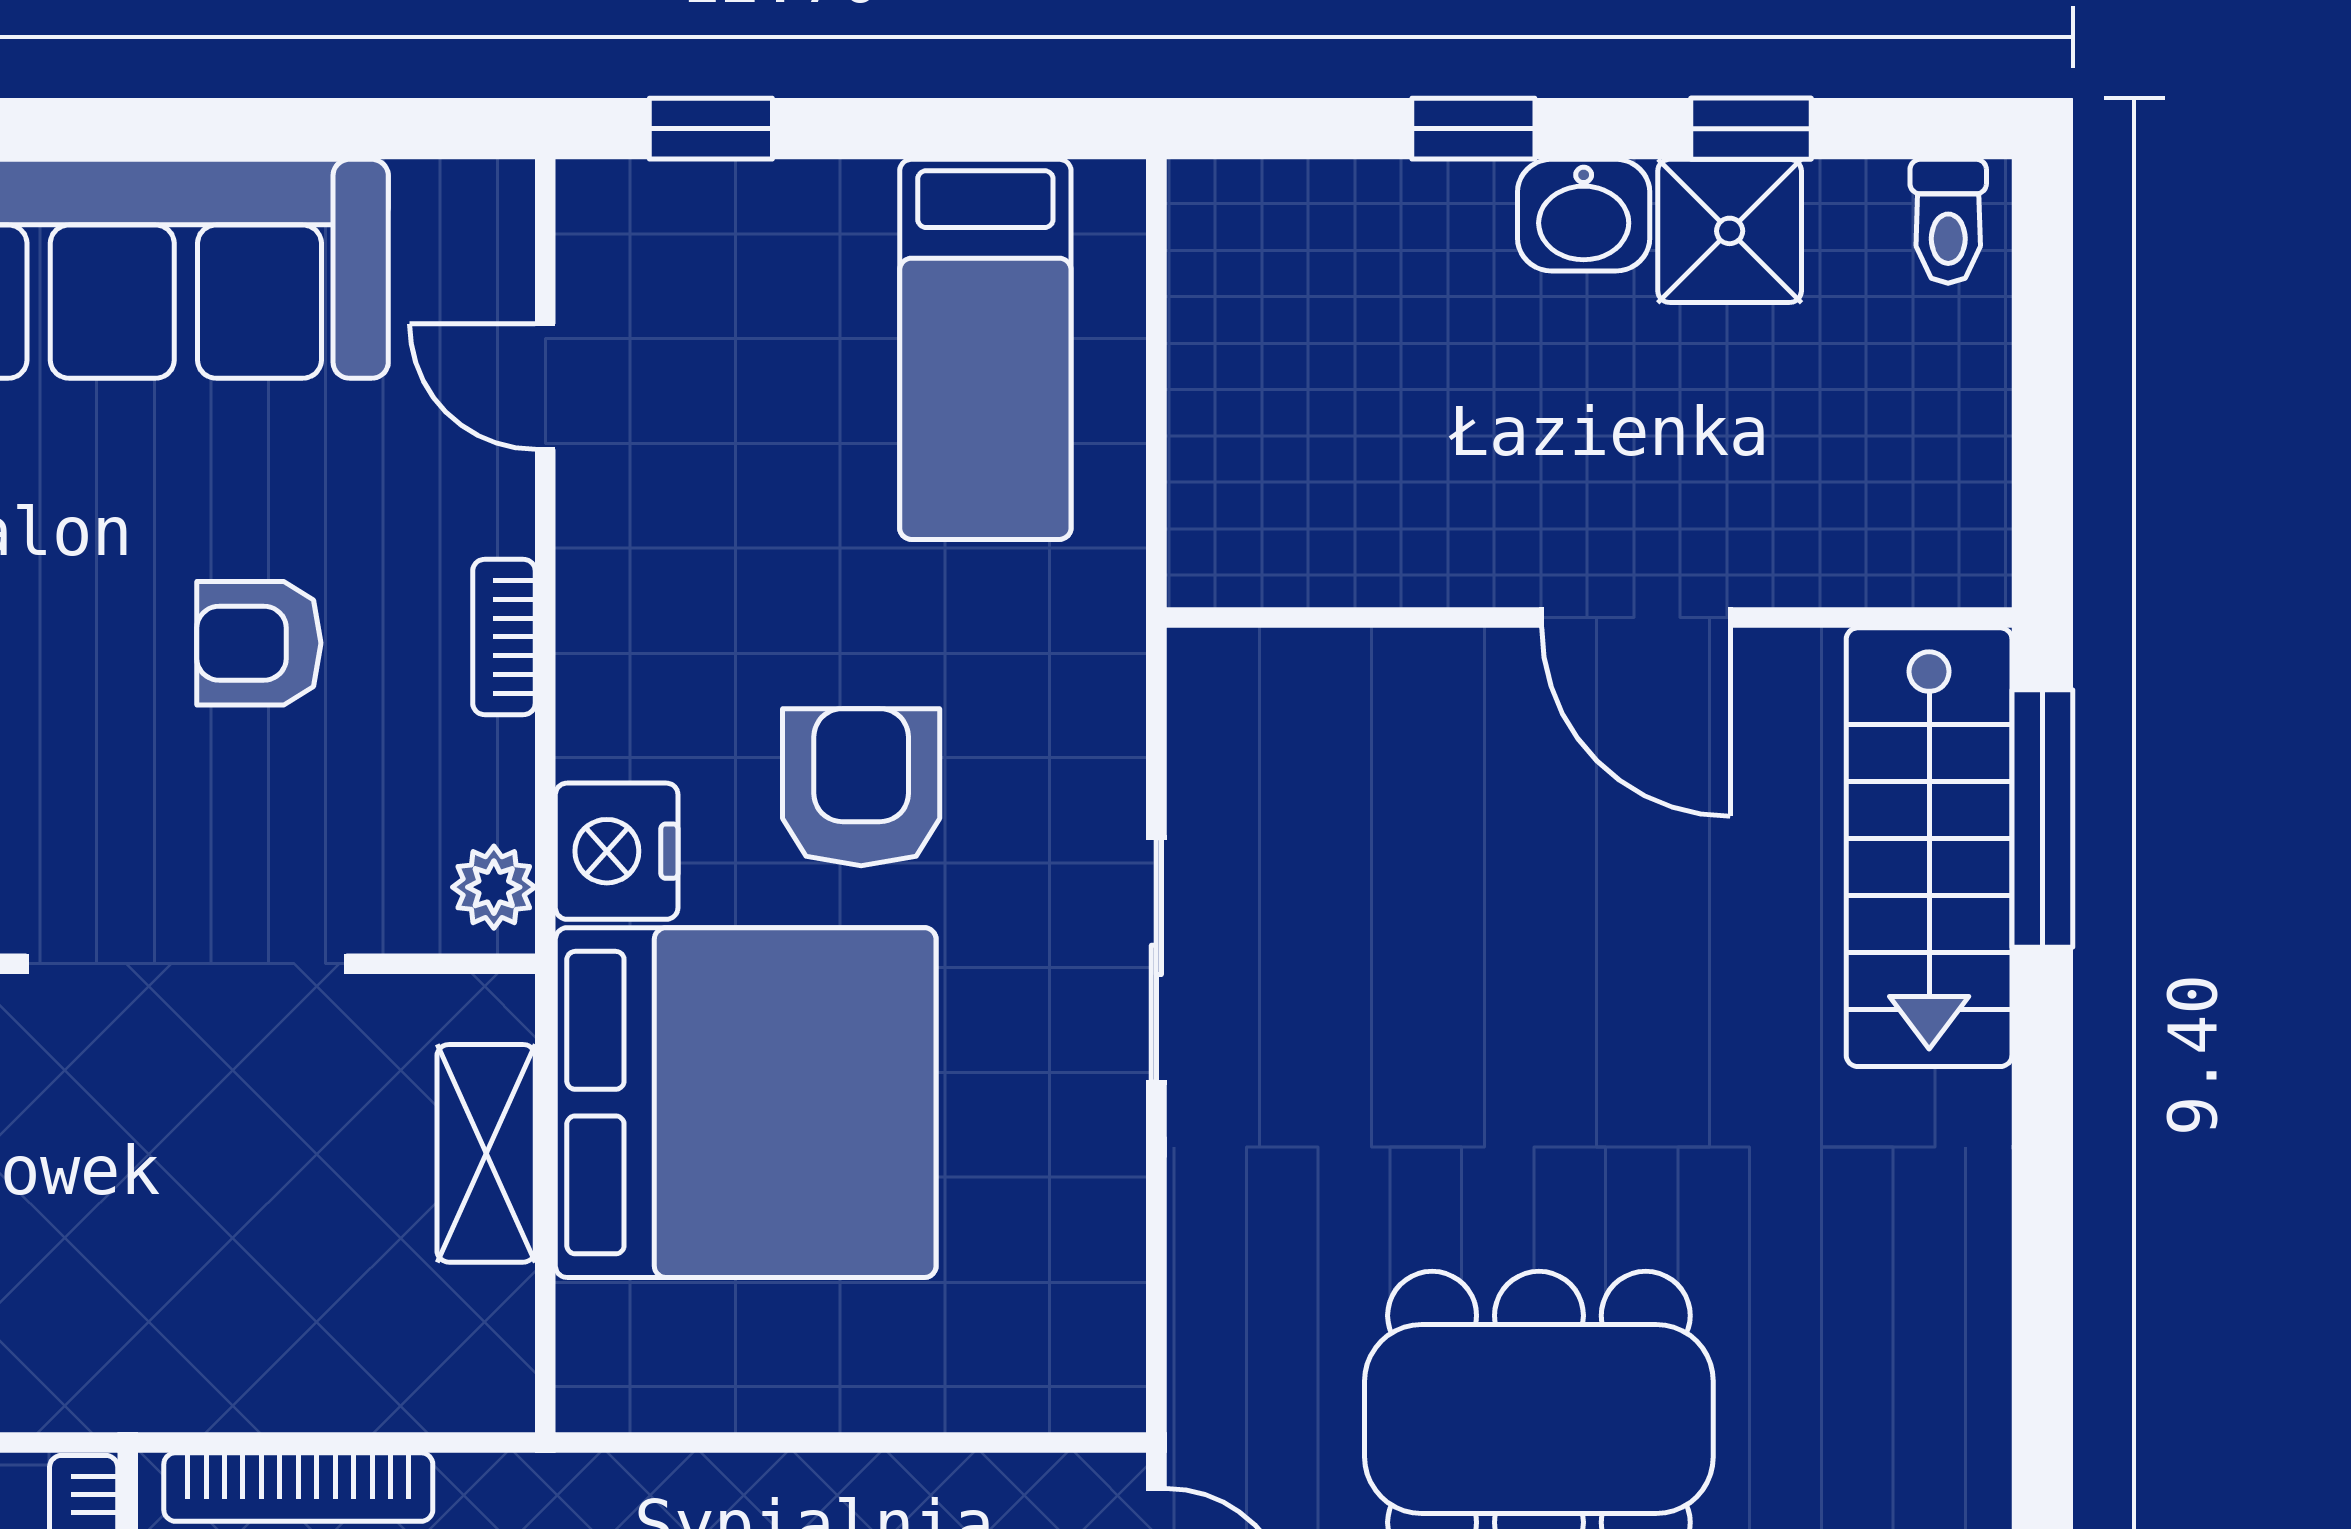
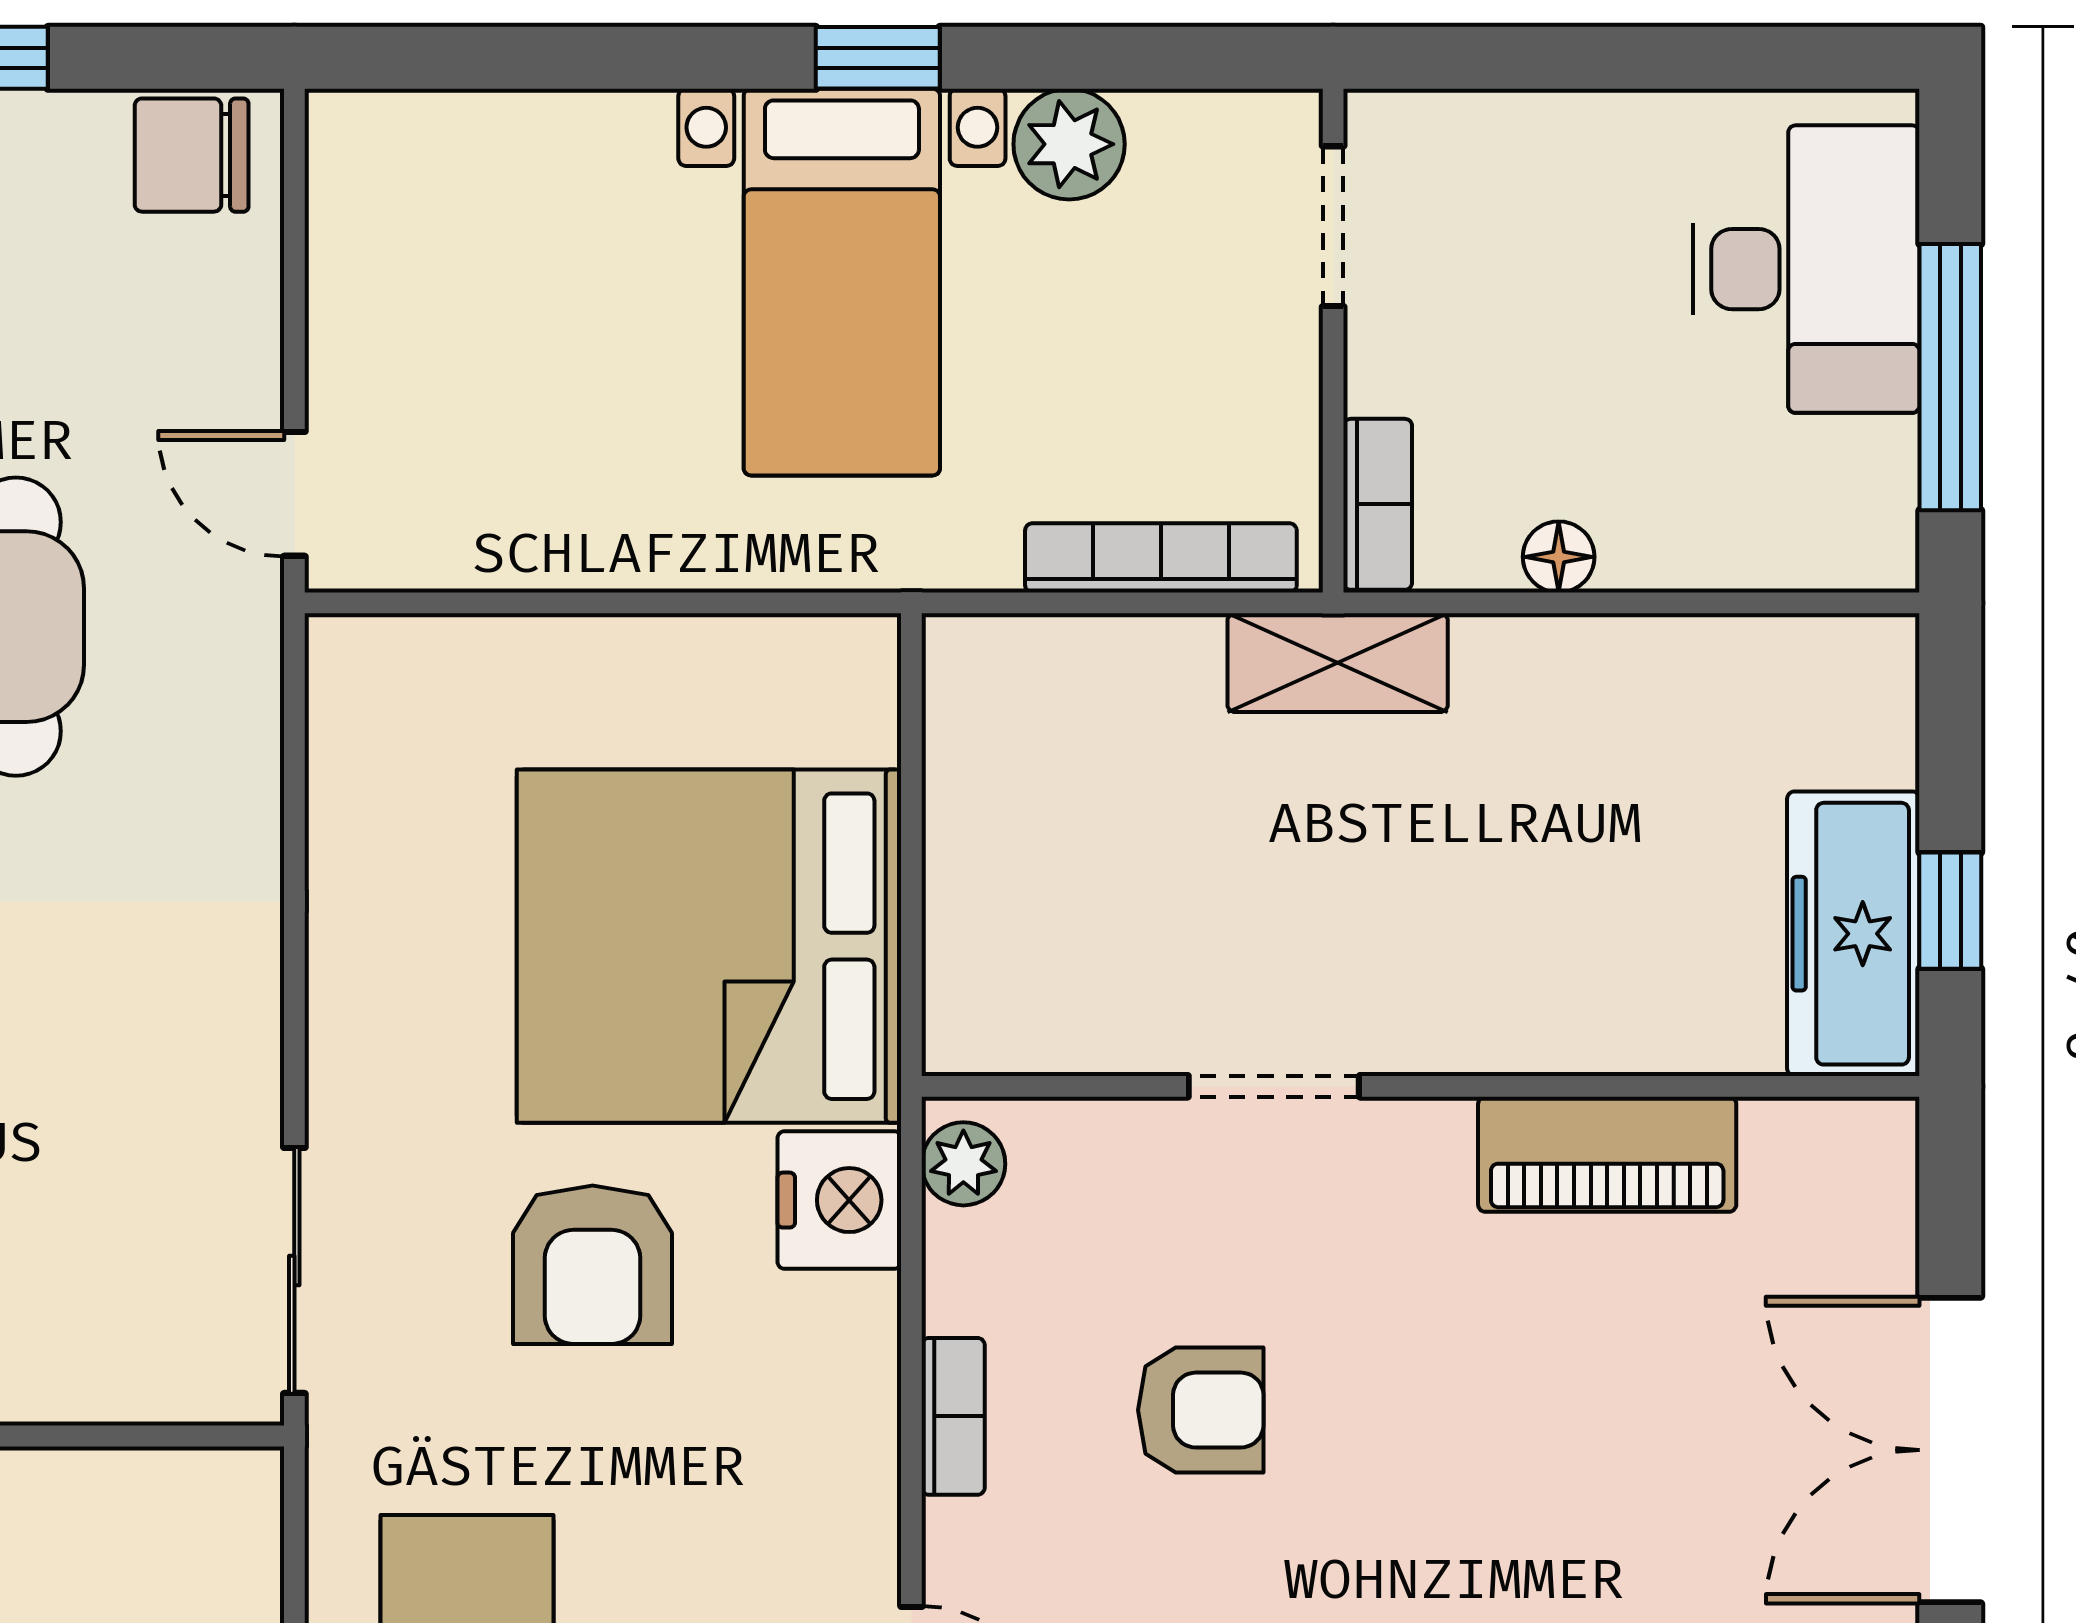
sliding door: (1156, 960) -> (294, 1270), moved
doorway: (186, 964) -> (1274, 1086), width x0.53
shelving: (486, 1153) -> (1338, 663), moved, turned 90

